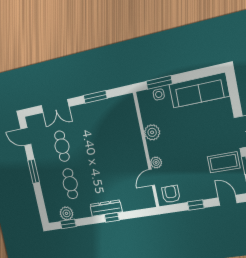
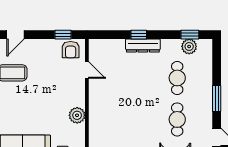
plant: (156, 162) -> (79, 84), removed
door: (152, 177) -> (87, 70), hinge flipped
door: (228, 200) -> (15, 35), hinge flipped
window: (196, 205) -> (63, 35), moved

